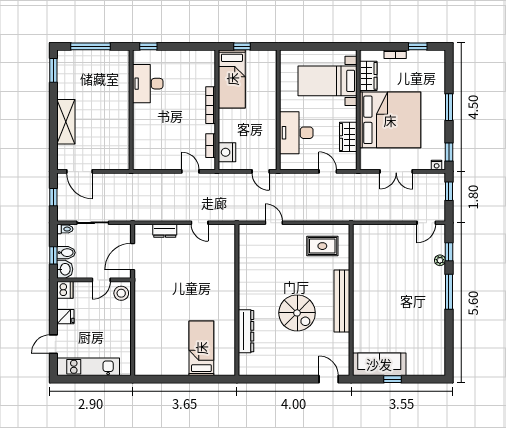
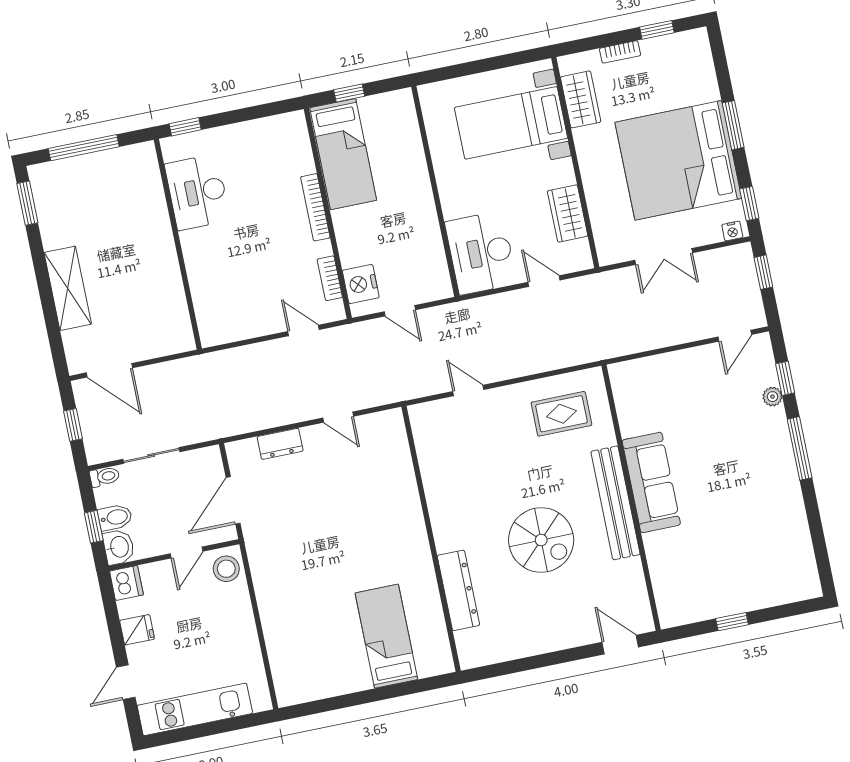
bed: (390, 120) -> (678, 160), moved, turned 180
desk: (296, 133) -> (481, 253), moved
door: (261, 171) -> (400, 311), moved
sofa: (379, 364) -> (651, 482), moved, turned 90

